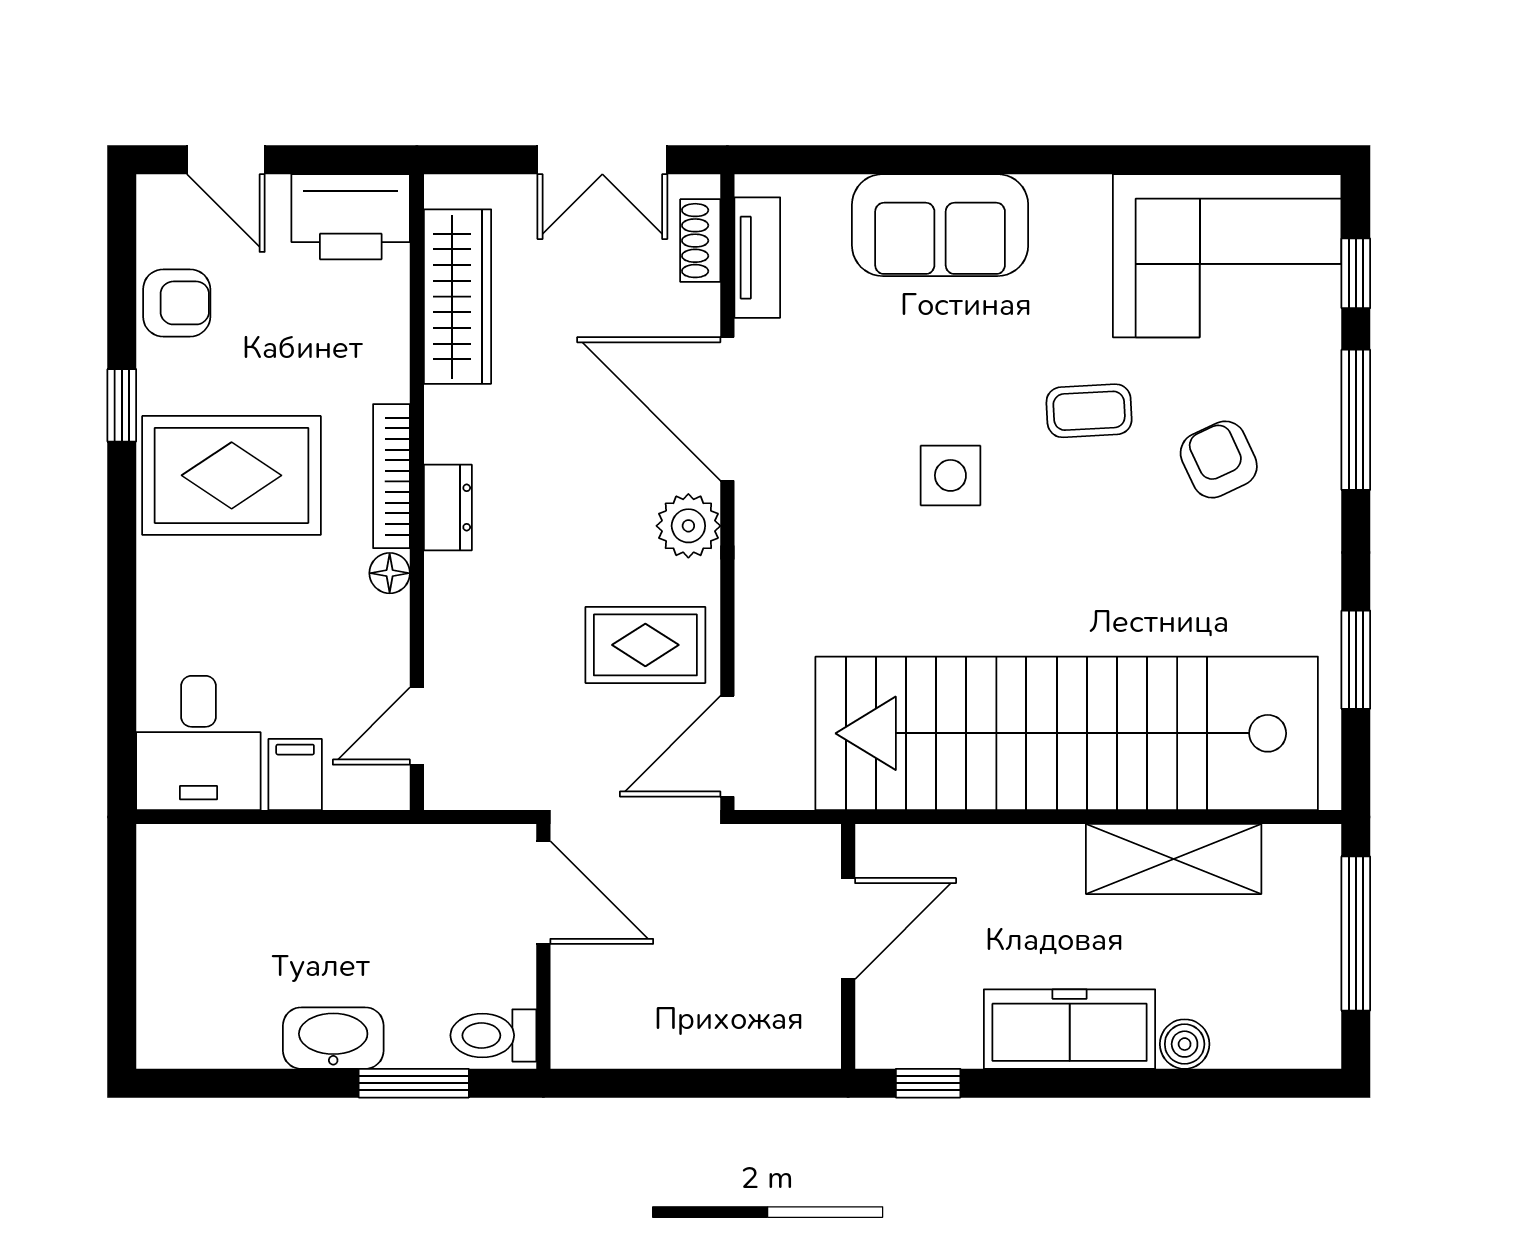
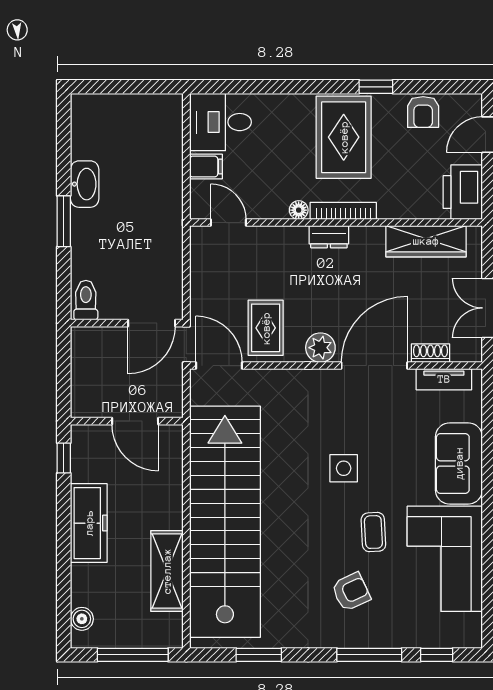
shoe rack: (700, 241) -> (430, 353), moved
corner sofa: (1227, 256) -> (445, 559), moved
door: (543, 893) -> (152, 323), moved
wall: (543, 946) -> (127, 323), moved
toilet: (493, 1035) -> (86, 300), moved
boiler: (1185, 1044) -> (82, 619), moved

